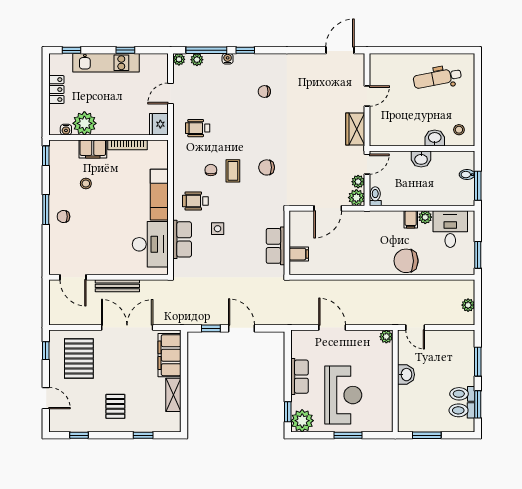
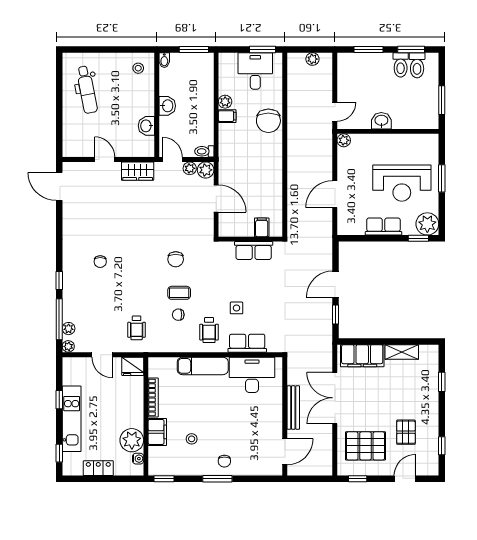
water cooler: (228, 59) -> (68, 298), removed
washbasin: (435, 138) -> (146, 126), moved
bidet: (467, 175) -> (164, 60), moved
desk: (450, 229) -> (255, 71), moved, turned 90
reception desk: (343, 395) -> (402, 183), turned 180
pallet: (115, 406) -> (406, 432), moved, turned 90

